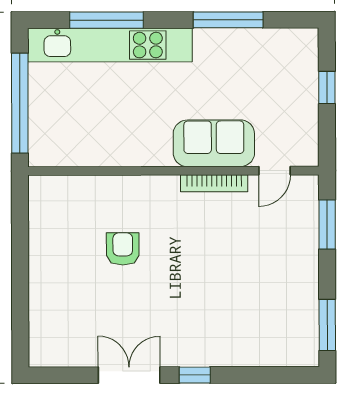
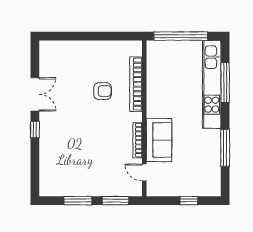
bookcase: (110, 187) -> (136, 84), added
window: (327, 325) -> (78, 201), moved

